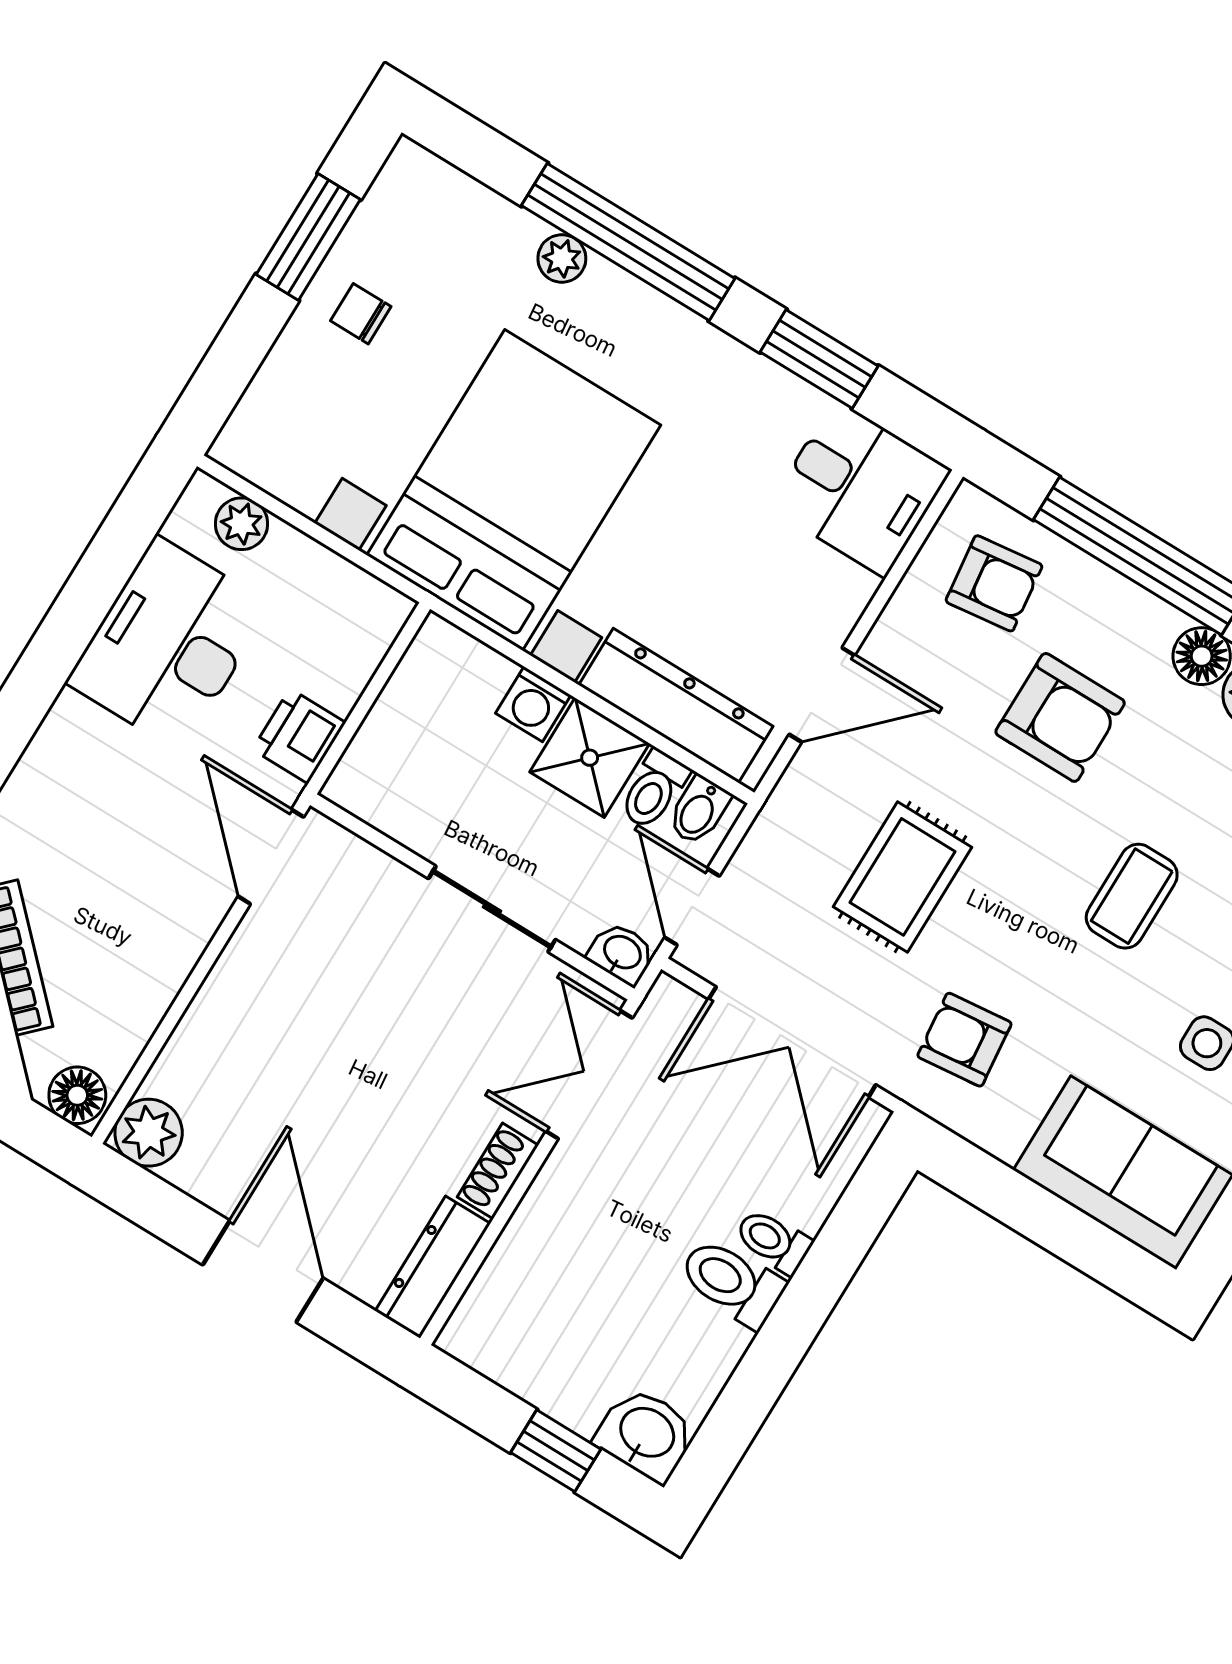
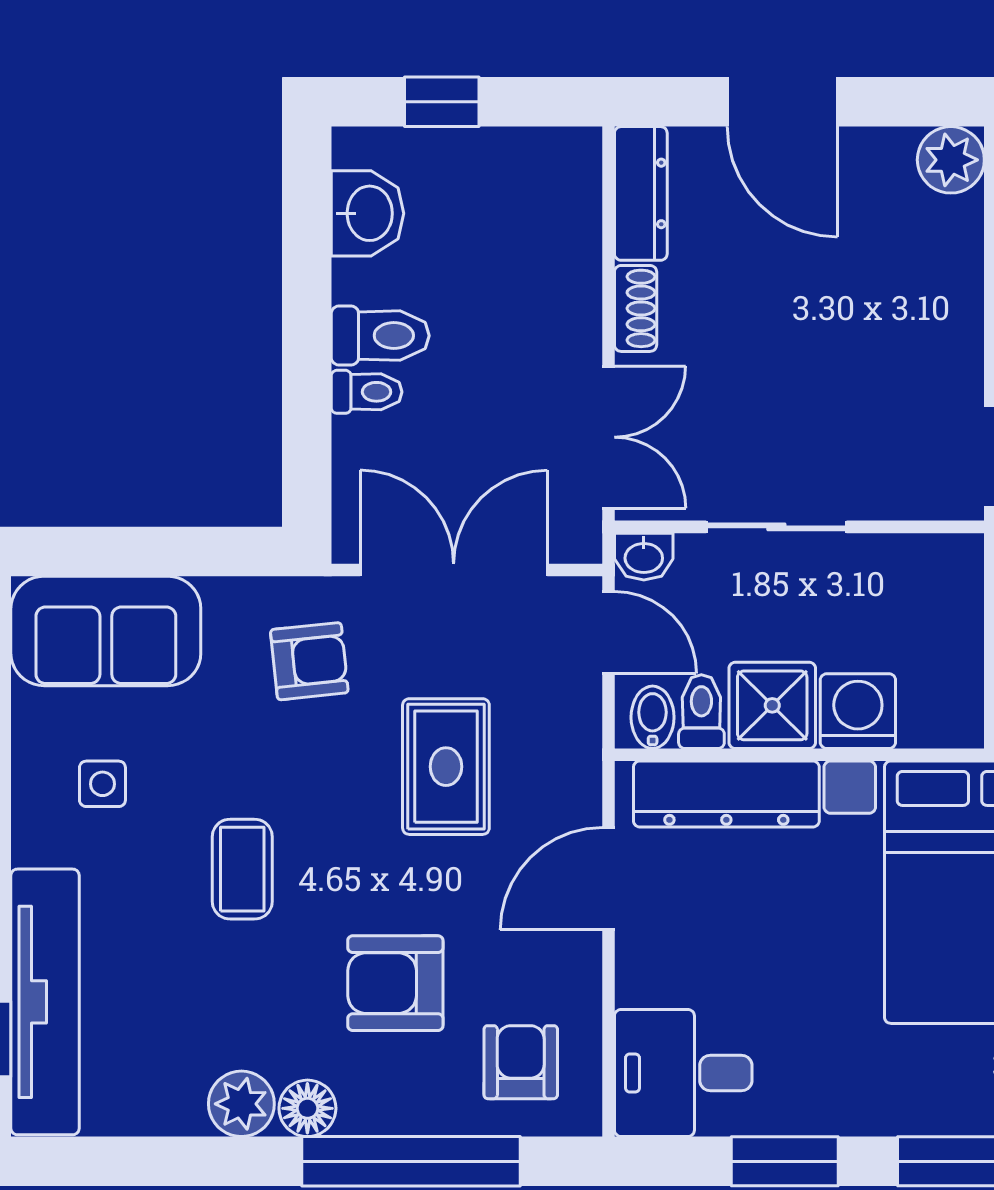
armchair: (994, 583) -> (521, 1062), turned 97
washing machine: (533, 704) -> (858, 711), width x1.38, depth x1.38
washbasin: (646, 1434) -> (368, 213), moved, turned -90

